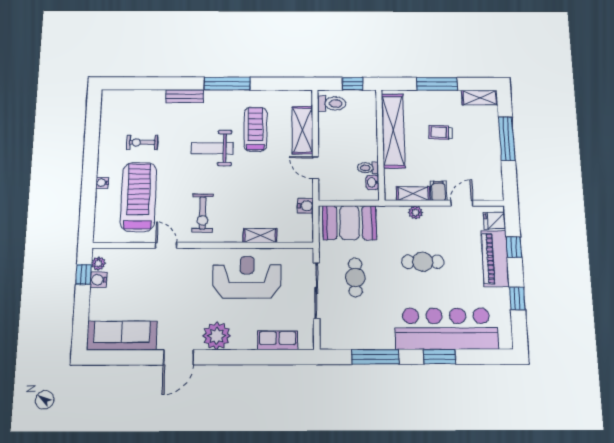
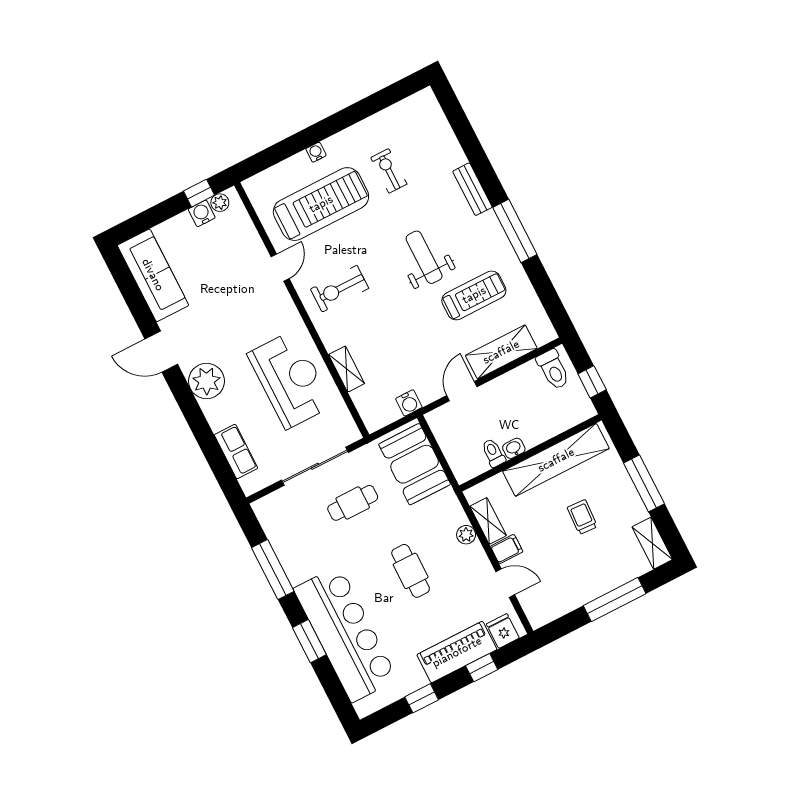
washbasin: (372, 182) -> (514, 448), moved

